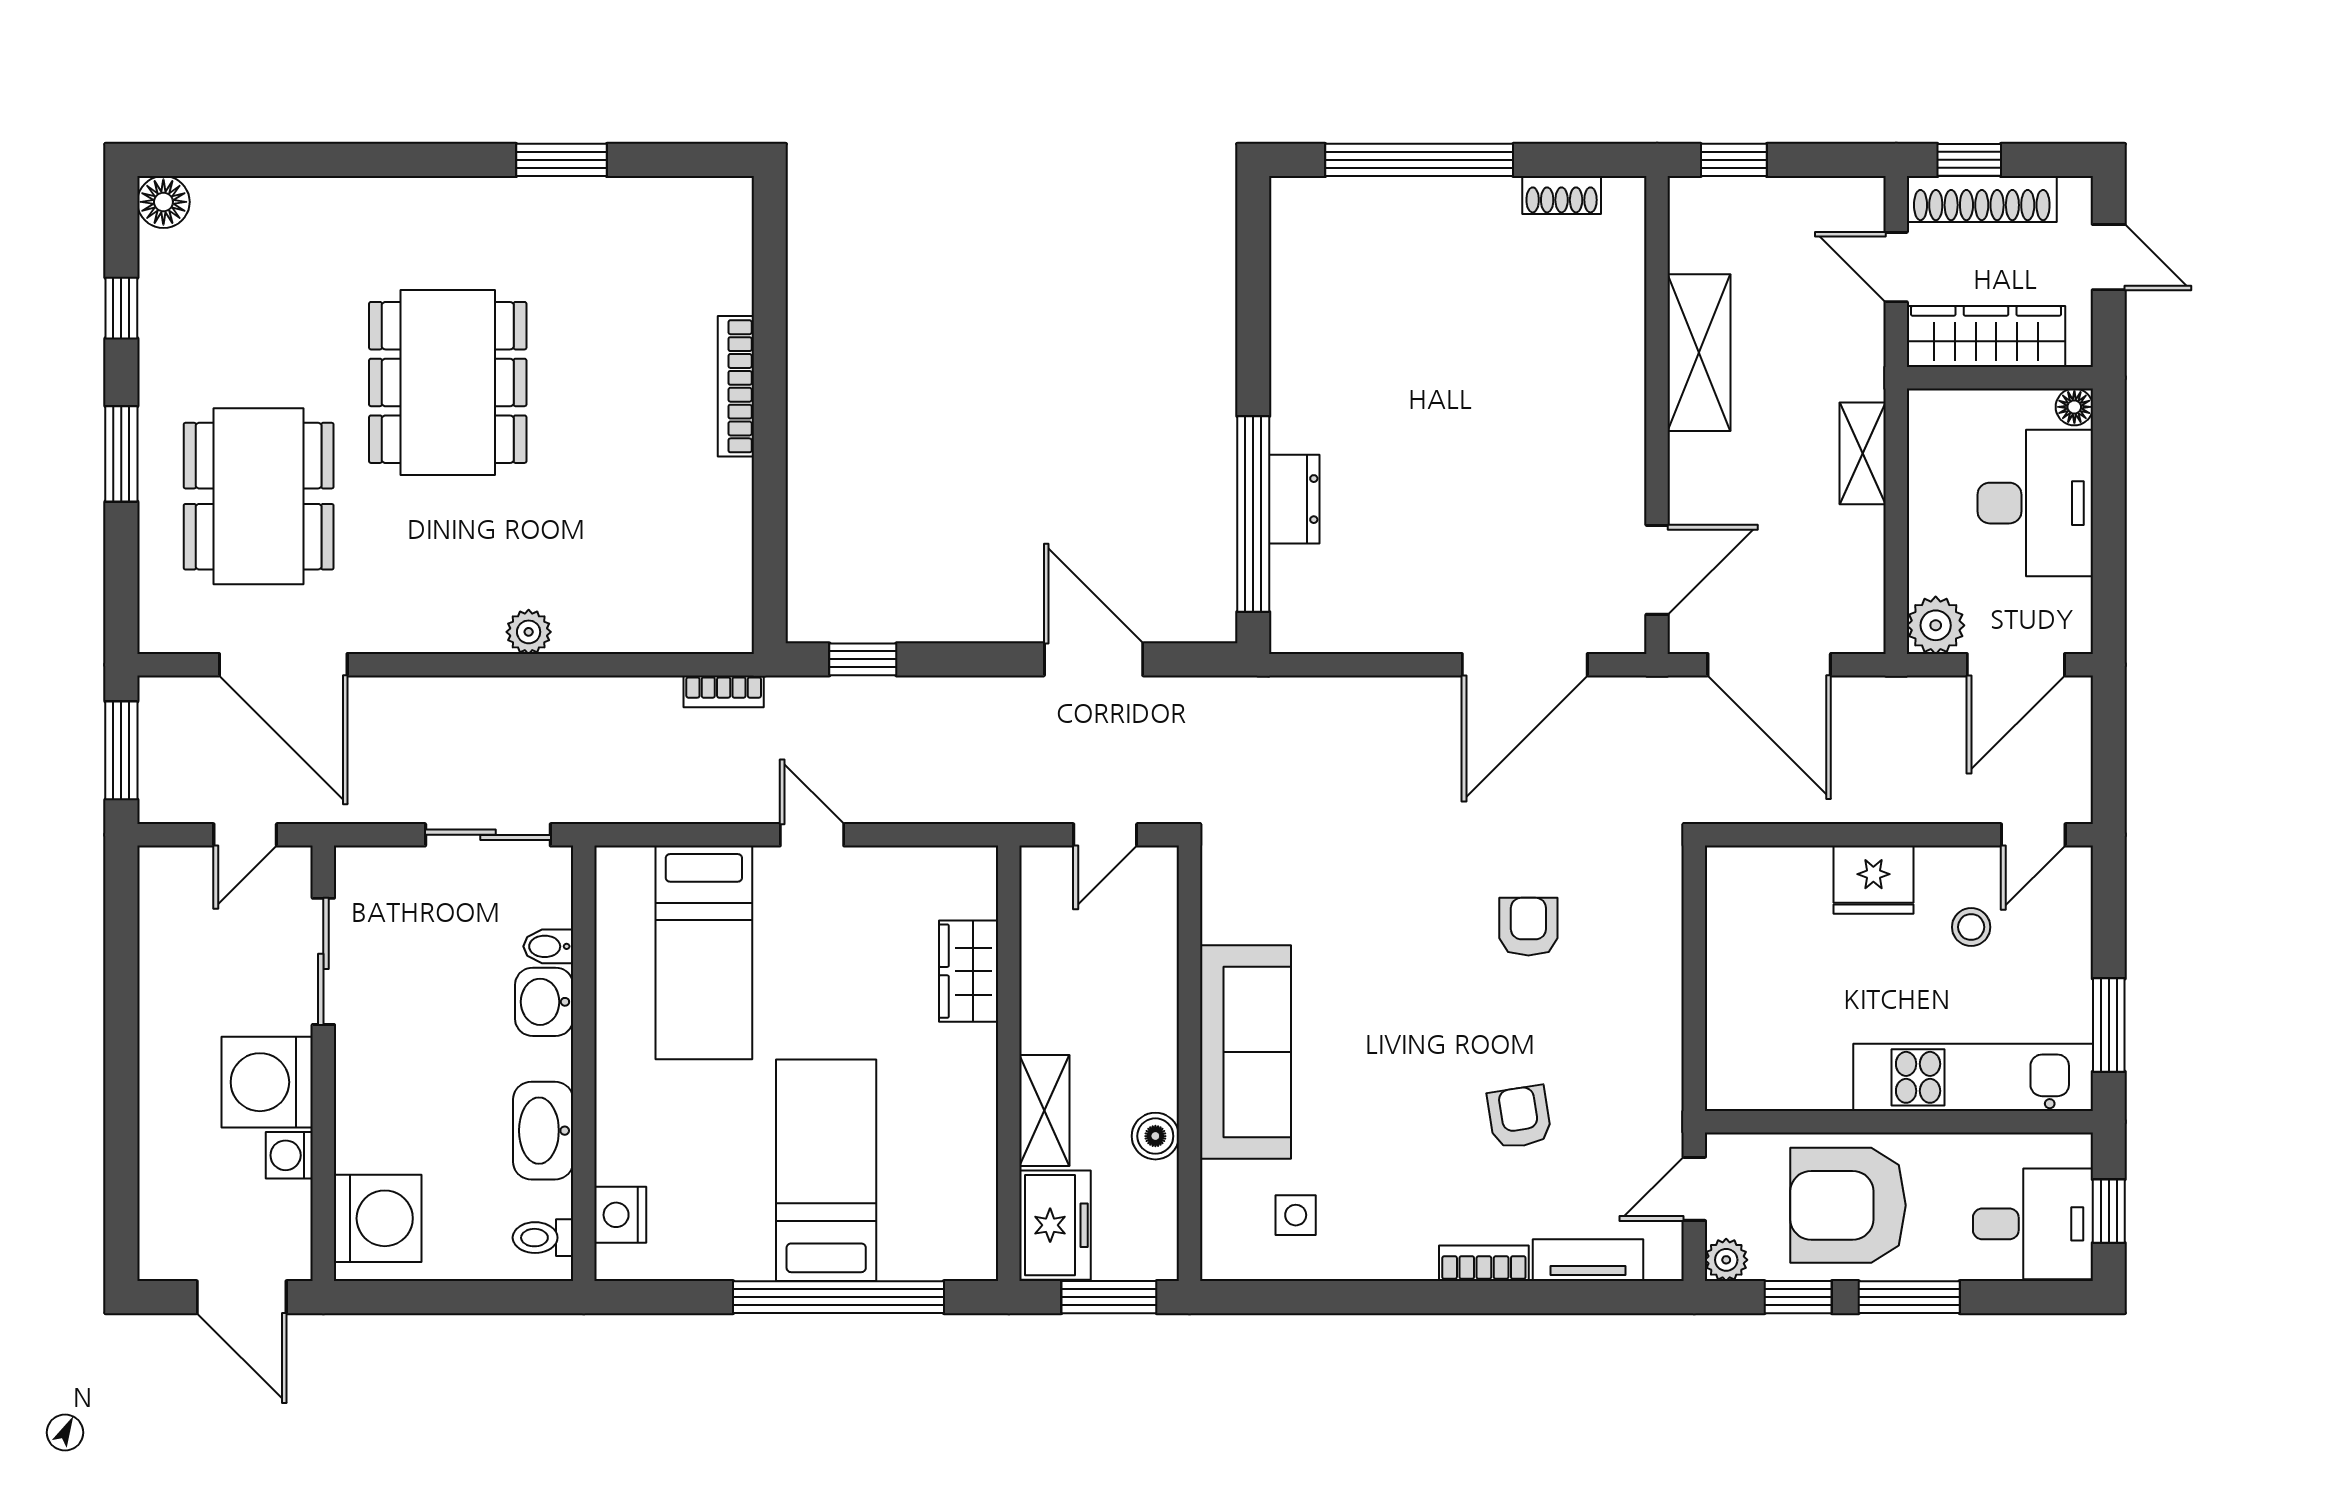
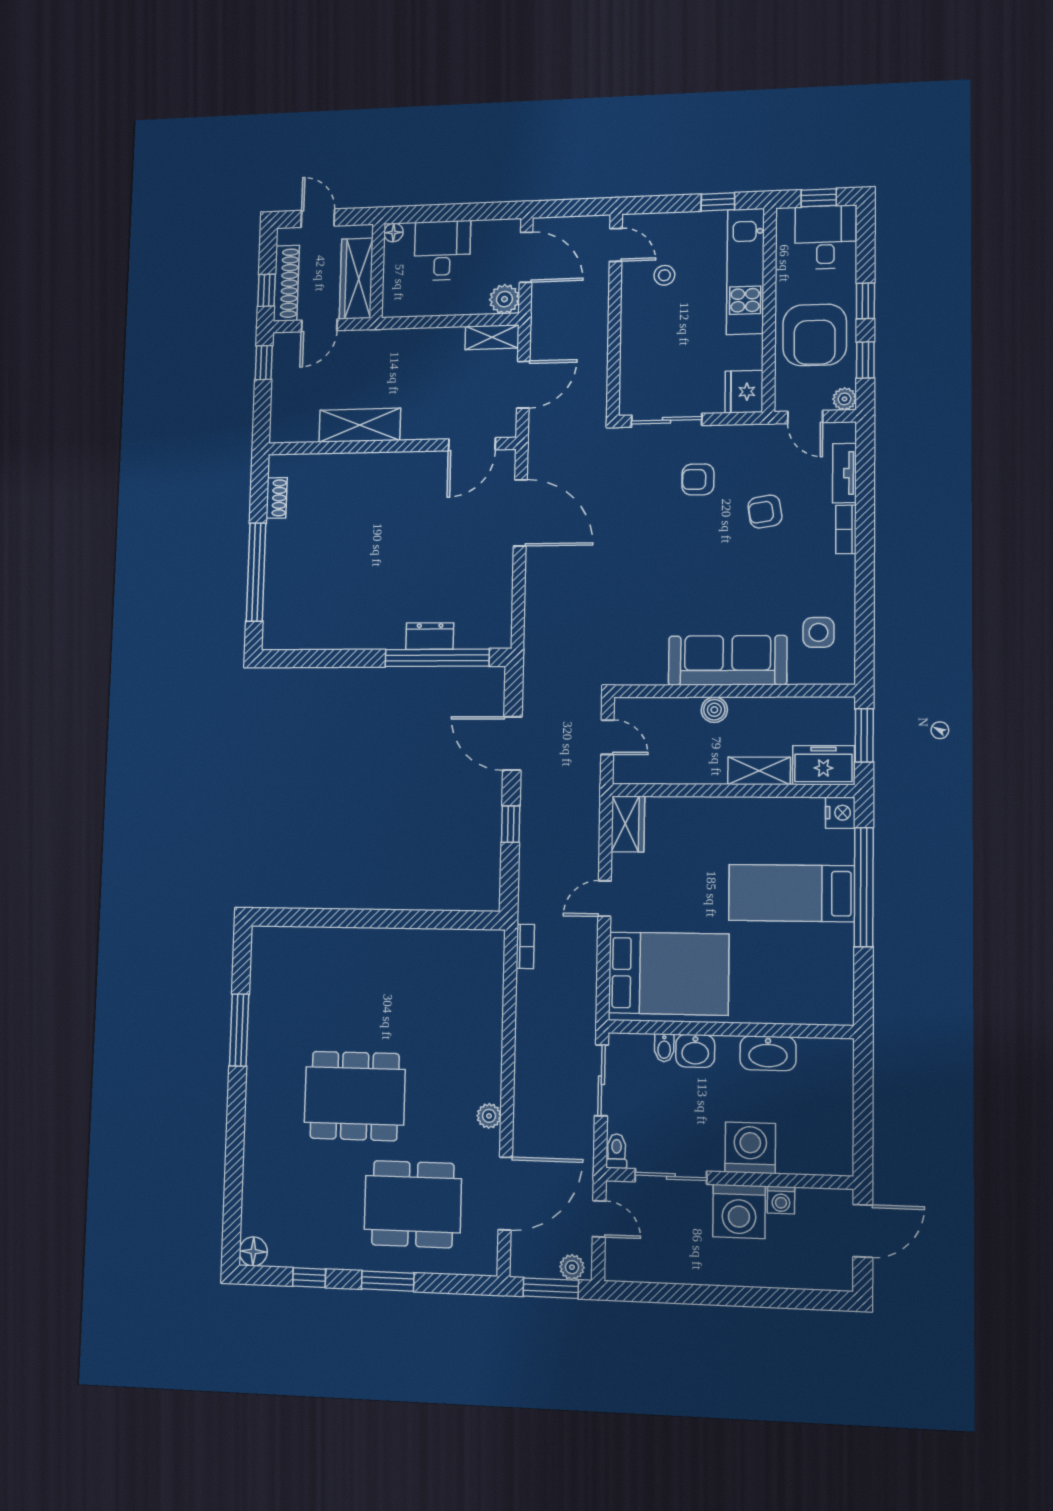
window: (562, 160) -> (239, 1030), width x1.44
window: (1734, 160) -> (264, 363), moved
door: (2109, 257) -> (318, 218), hinge flipped
bookcase: (736, 386) -> (362, 937), removed
shelving: (1863, 453) -> (492, 337), moved
desk: (2035, 503) -> (442, 250), width x0.73
door: (1657, 570) -> (472, 444), swing flipped
plant: (529, 632) -> (489, 1116), moved
window: (863, 659) -> (511, 824), moved
door: (1094, 659) -> (512, 743), hinge flipped
door: (1769, 665) -> (523, 385), width x0.73
plant: (159, 788) -> (572, 1267), added
fridge: (1873, 880) -> (744, 392), moved, turned 180
armchair: (1528, 927) -> (698, 479), moved
sliding door: (1694, 935) -> (667, 420), added
bed: (704, 952) -> (669, 973), width x1.50
wardrobe: (969, 971) -> (628, 824), moved, turned -90
window: (2109, 1025) -> (718, 202), width x0.67
boiler: (1155, 1136) -> (714, 710), moved
nightstand: (620, 1215) -> (840, 813), moved, turned -90
side table: (1296, 1215) -> (818, 632), width x1.37, depth x1.37
washing machine: (378, 1218) -> (750, 1148), moved
toilet: (543, 1238) -> (617, 1151), moved, turned 180
window: (1909, 1297) -> (865, 301), width x0.67

